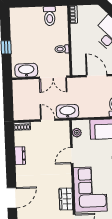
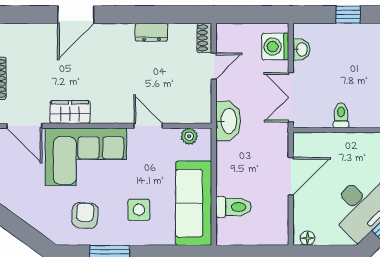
washbasin: (26, 70) -> (301, 49), width x0.52, depth x0.69
washing machine: (25, 87) -> (275, 47), added
door: (48, 120) -> (214, 66), moved
door: (12, 198) -> (76, 15), hinge flipped

